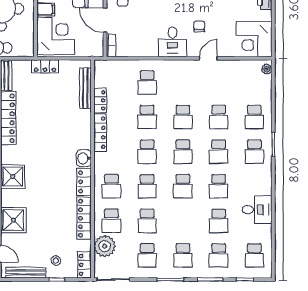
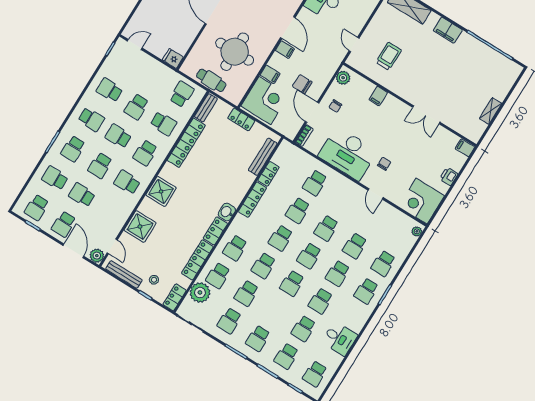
desk: (173, 42) -> (348, 153), width x1.87, depth x1.30
door: (208, 58) -> (376, 194), swing flipped

